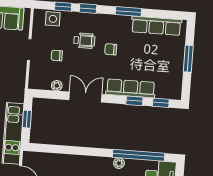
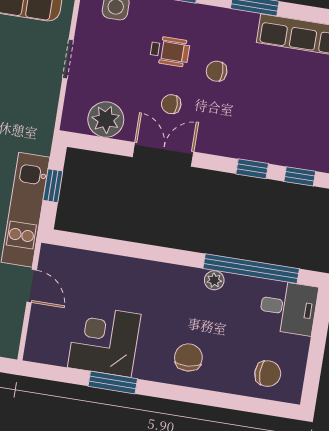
chair: (57, 55) -> (171, 104), moved
plant: (57, 86) -> (106, 120), width x1.88, depth x1.88
row of seats: (131, 88) -> (247, 146), removed

